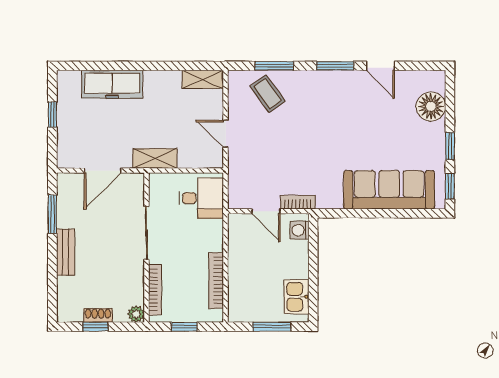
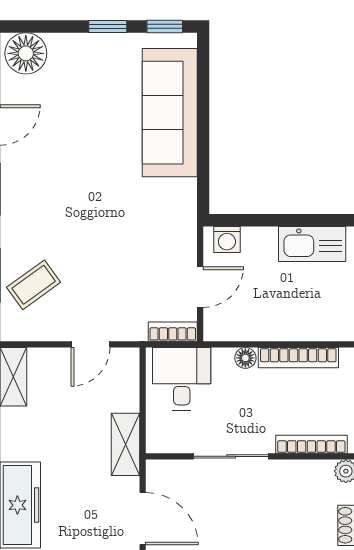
floor lamp: (431, 106) -> (26, 53), moved
bookcase: (298, 202) -> (173, 332), moved, turned 90
floor lamp: (216, 243) -> (245, 358), added
kitchen sink: (296, 297) -> (312, 244), width x1.38

